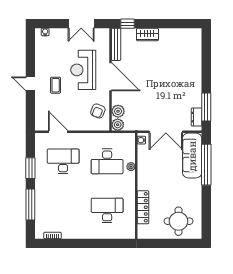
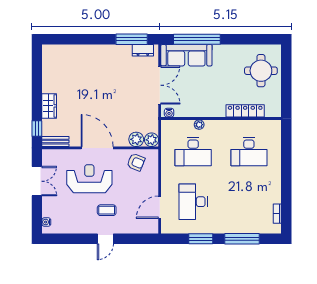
bench: (116, 44) -> (55, 142), width x0.73
reception desk: (83, 70) -> (89, 179), turned 180
door: (110, 77) -> (97, 148), hinge flipped
desk: (107, 161) -> (193, 152), turned 90
desk: (107, 211) -> (249, 152), turned -90

